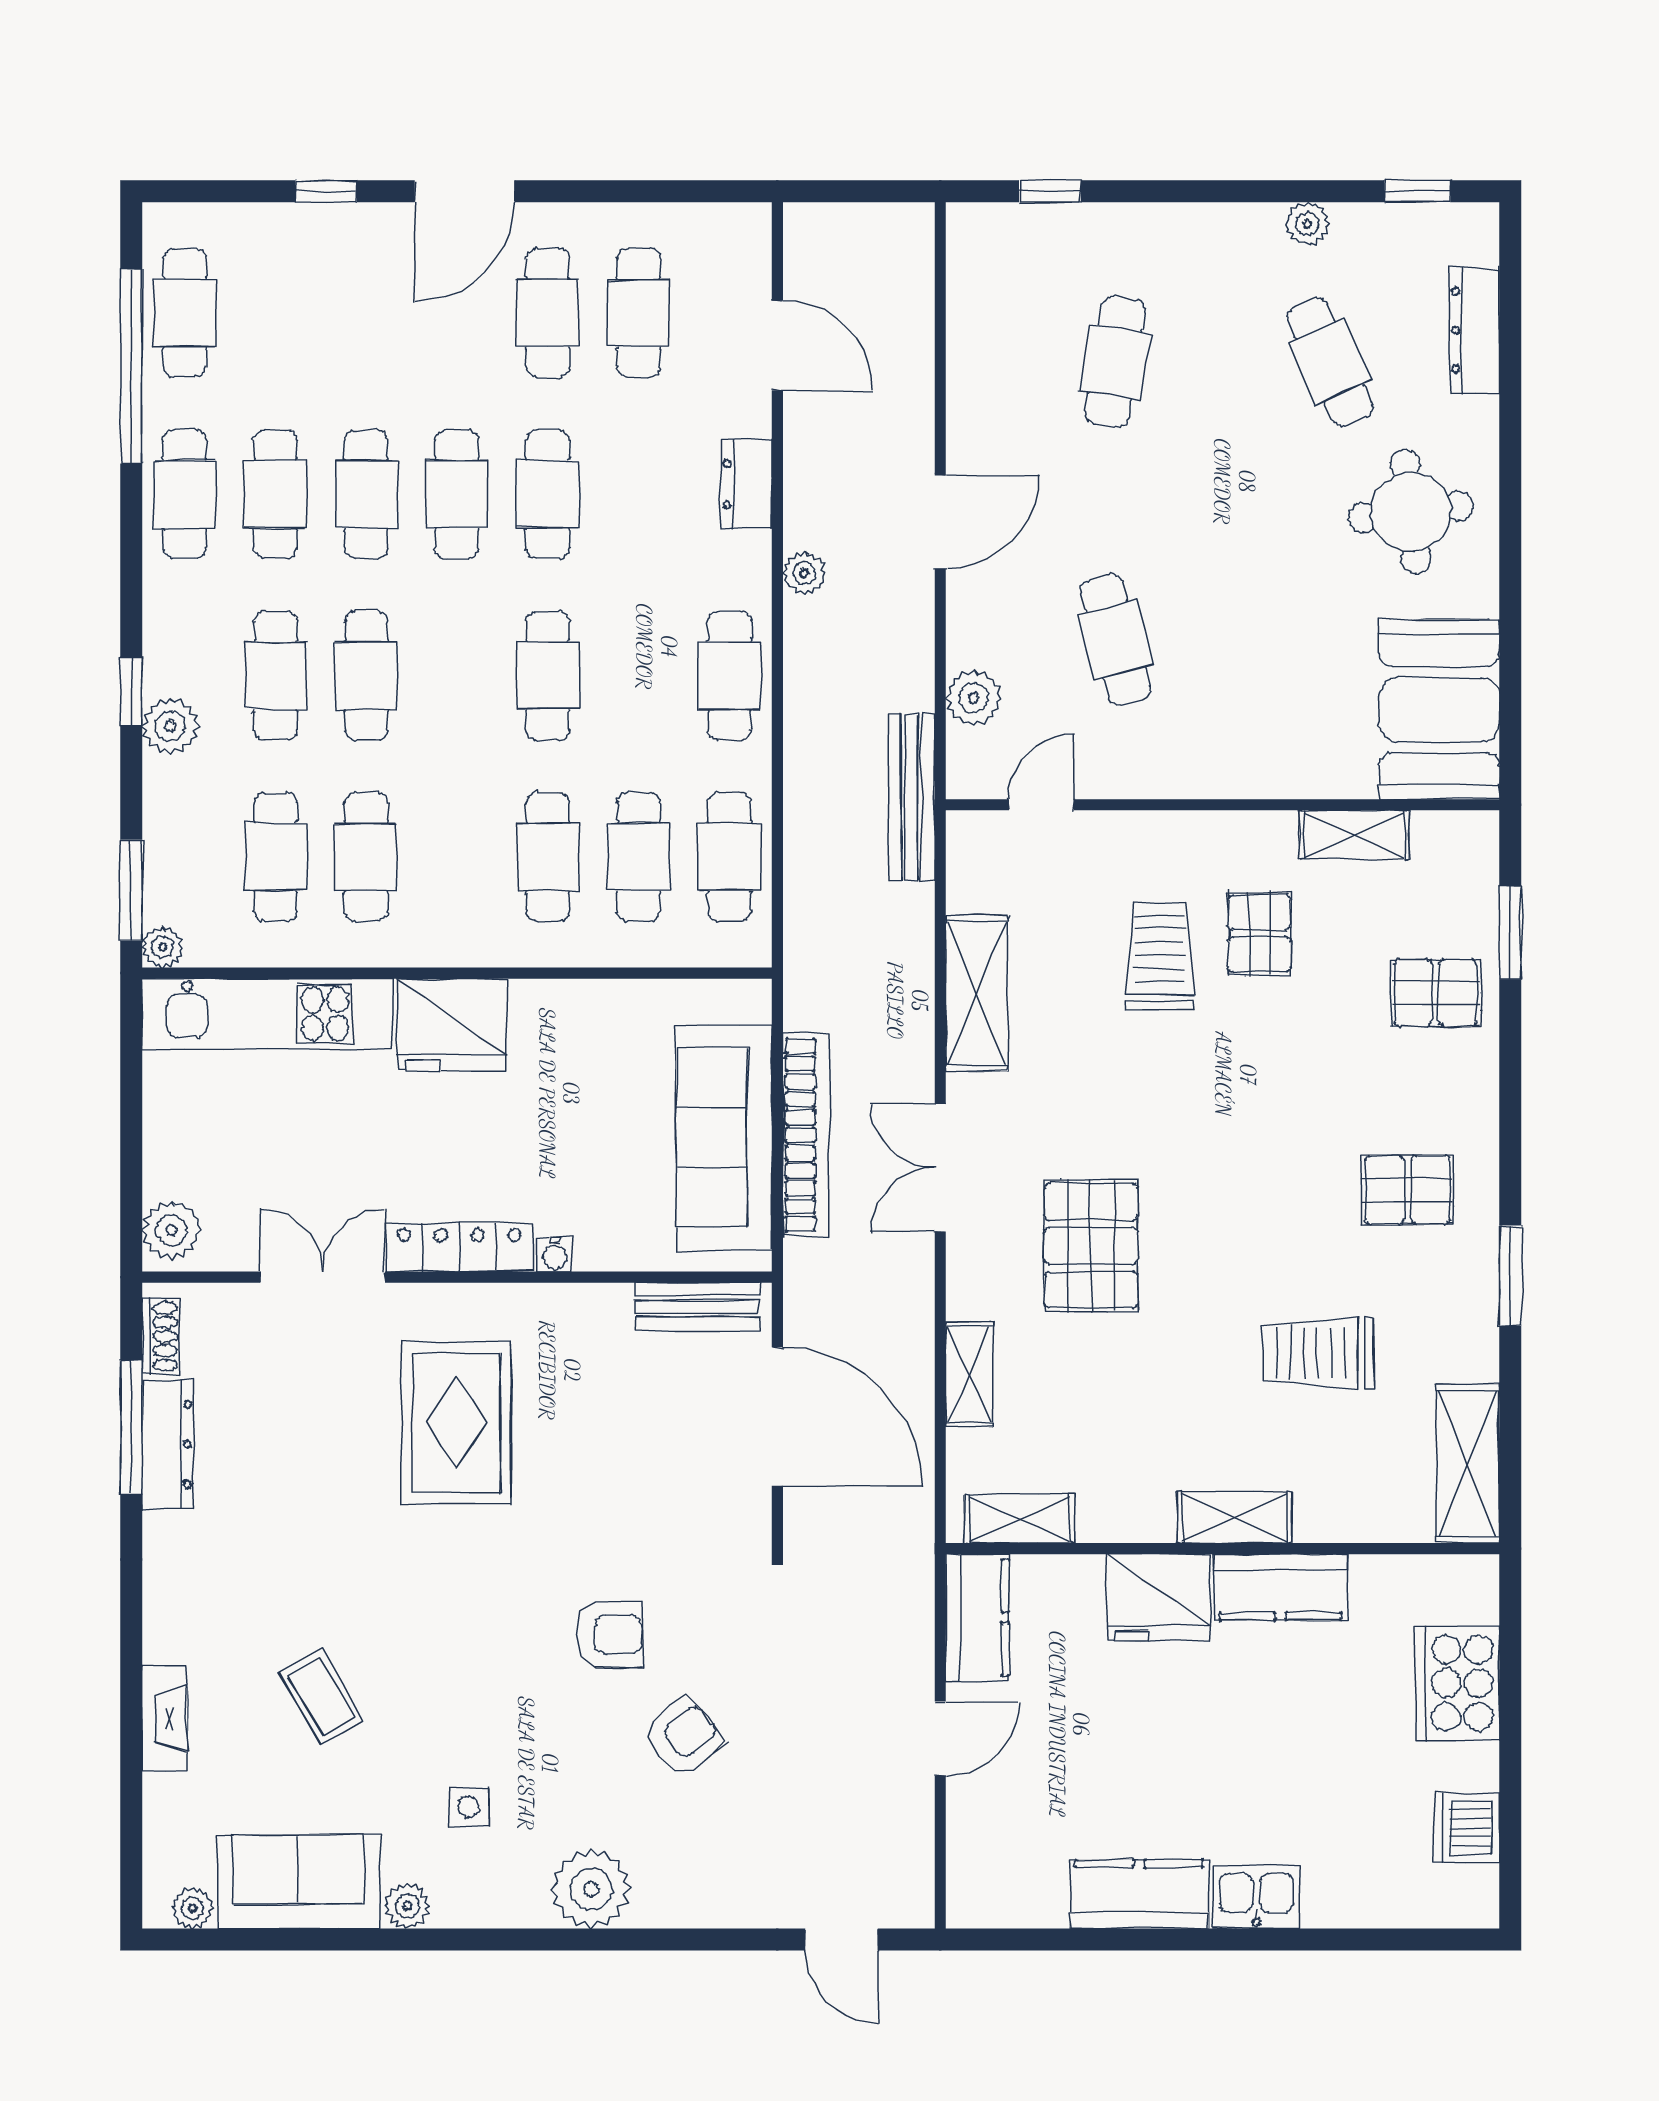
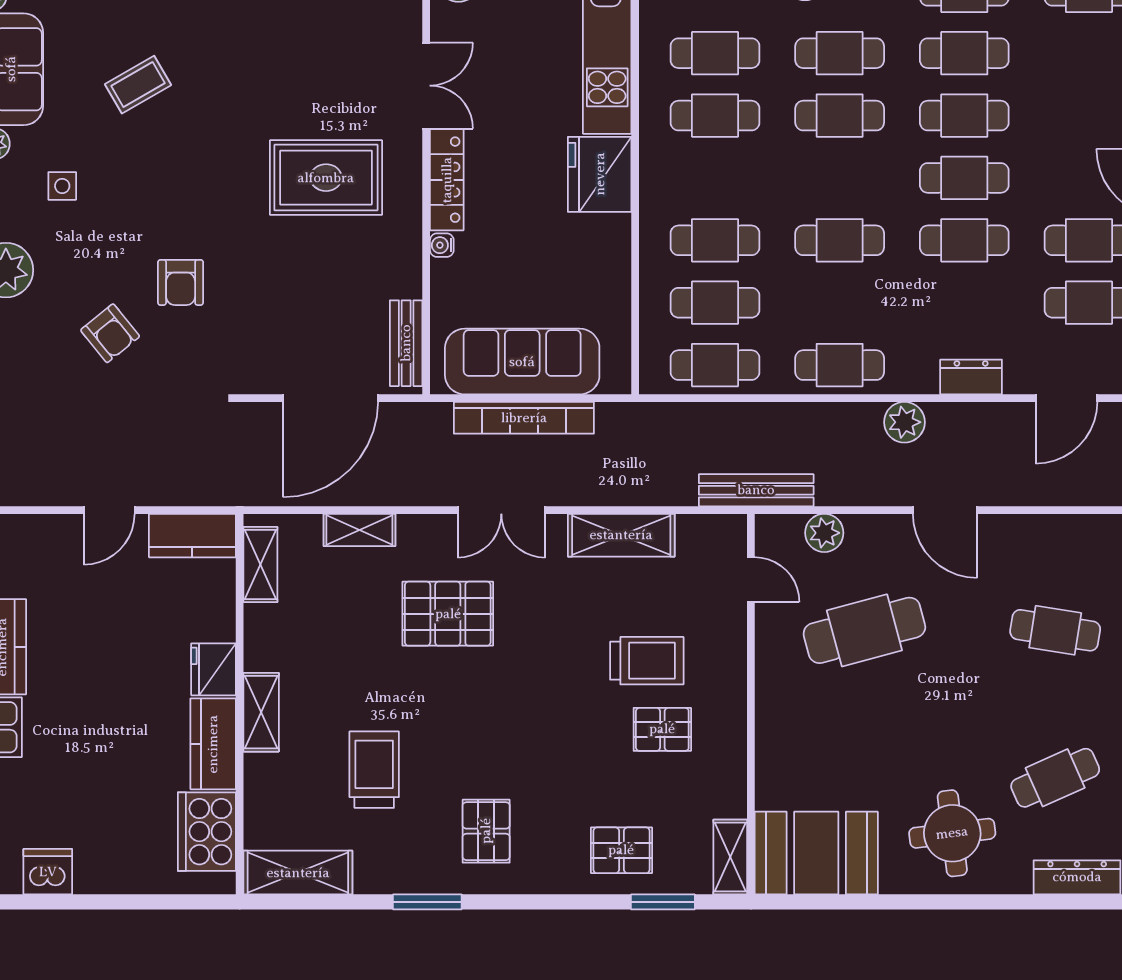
plant: (804, 573) -> (904, 422), width x1.38, depth x1.38
cafe table: (1115, 639) -> (864, 630), width x1.37, depth x1.35
shelving: (1354, 835) -> (730, 857), moved
pallet: (1435, 993) -> (621, 850), turned 90
double door: (940, 1168) -> (501, 510), swing flipped
fridge: (1158, 1598) -> (214, 669), width x0.73, depth x0.75
cooker: (1457, 1683) -> (207, 832), moved, turned -90
door: (940, 1739) -> (109, 510), hinge flipped

